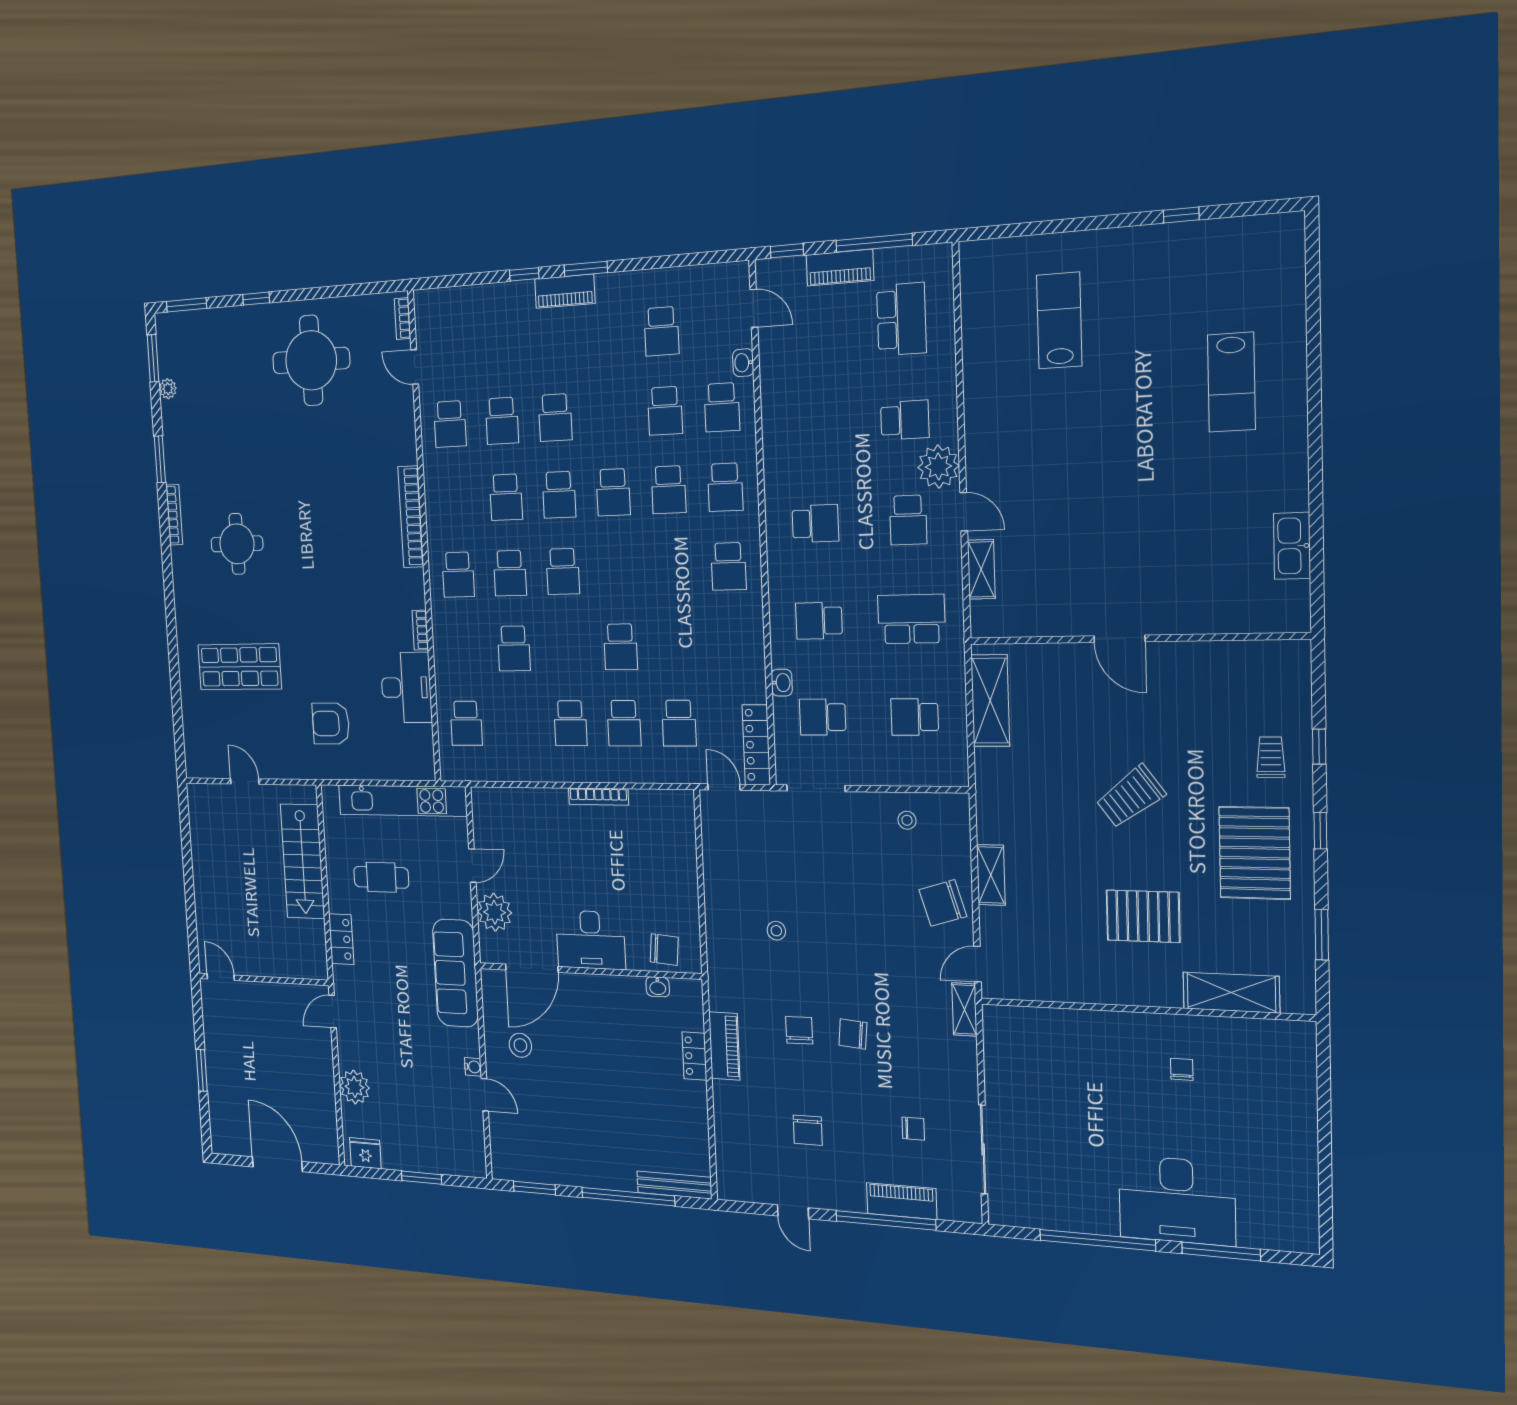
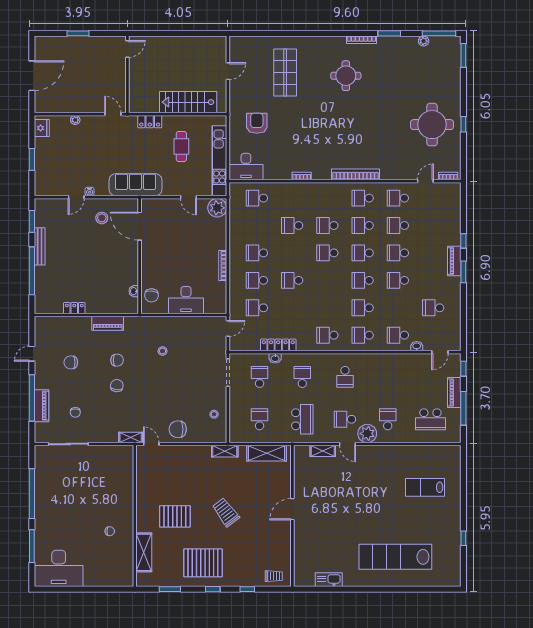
window: (256, 299) -> (463, 124), moved
lab bench: (1059, 320) -> (425, 487), turned 180
window: (153, 358) -> (439, 33), width x1.44
lab bench: (1231, 382) -> (395, 557), width x1.86, depth x1.39
school desk: (665, 411) -> (398, 280), moved
school desk: (905, 420) -> (388, 419), turned 180
door: (964, 512) -> (348, 444), hinge flipped
school desk: (458, 575) -> (363, 198), moved
desk: (406, 687) -> (246, 167), moved
locker: (756, 745) -> (278, 345), moved
trolley: (1271, 757) -> (274, 576), moved
shelving: (991, 875) -> (225, 451), moved
chair: (943, 903) -> (178, 429), turned -73
plant: (494, 912) -> (217, 208), moved
pallet: (1143, 916) -> (175, 516), turned 90
desk: (591, 940) -> (186, 300), moved, turned -90
locker: (694, 1056) -> (74, 308), moved
plant: (354, 1087) -> (75, 120), width x0.53, depth x0.53
bench: (674, 1185) -> (40, 246), moved
desk: (1177, 1200) -> (59, 568), moved, turned -90

